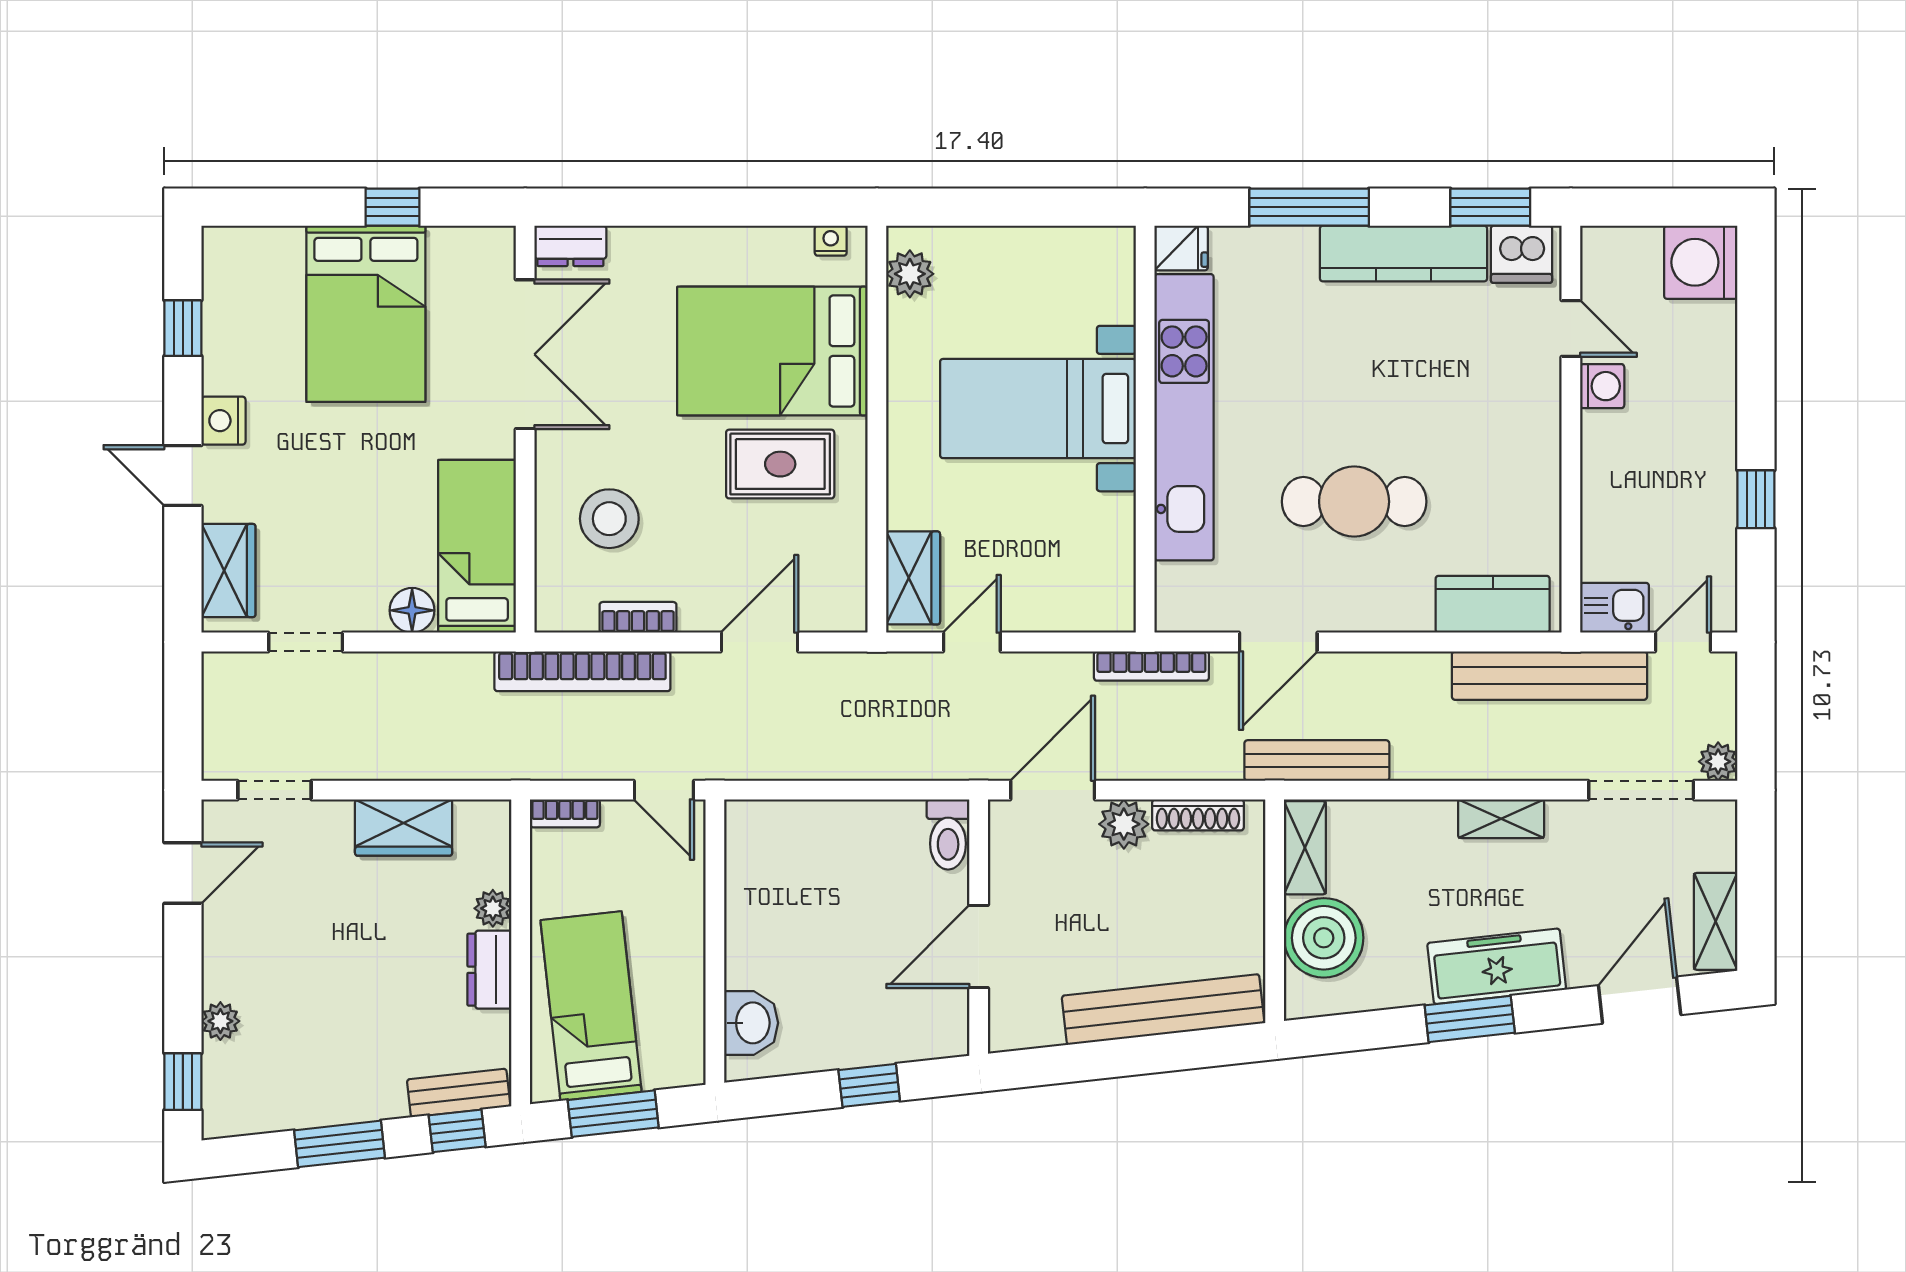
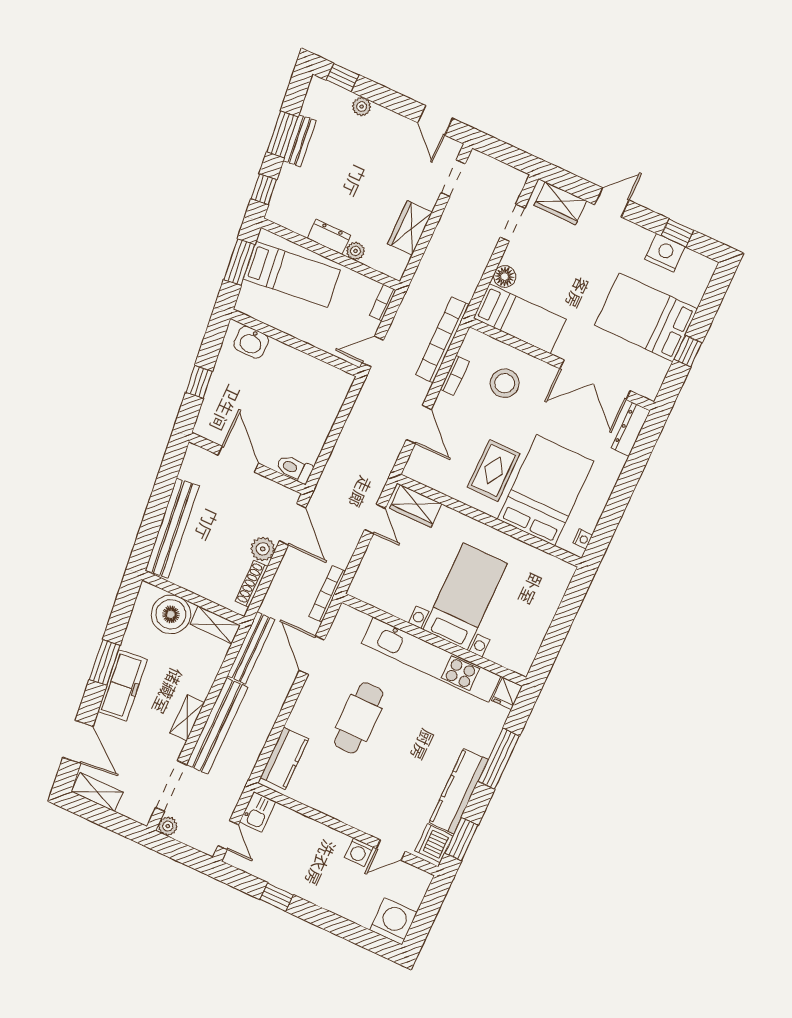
dresser: (570, 246) -> (631, 429), width x1.44
plant: (910, 274) -> (552, 567), removed
nightstand: (223, 421) -> (665, 253), moved, width x1.36, depth x1.33
bench: (1549, 676) -> (217, 726), moved
bench: (459, 1093) -> (300, 141), moved

